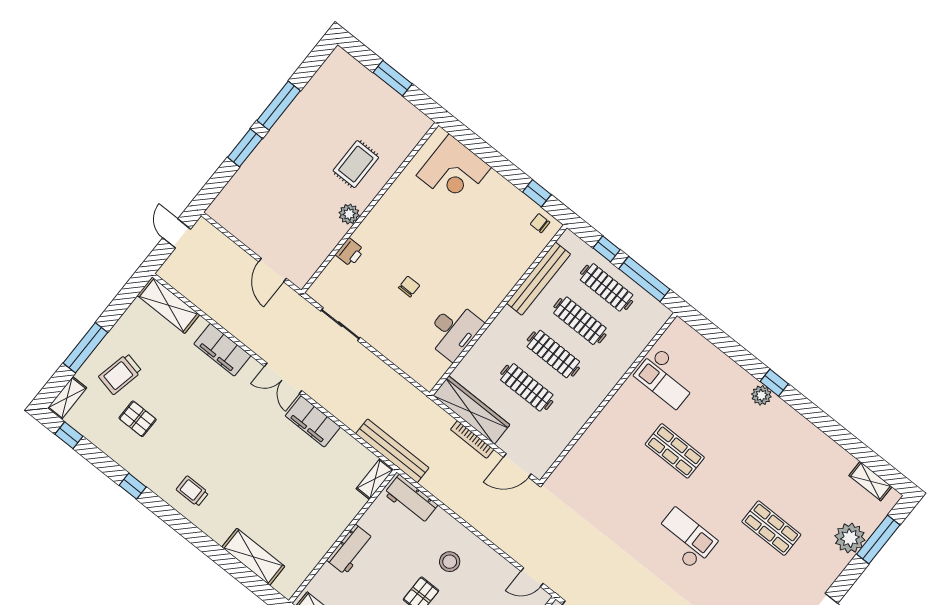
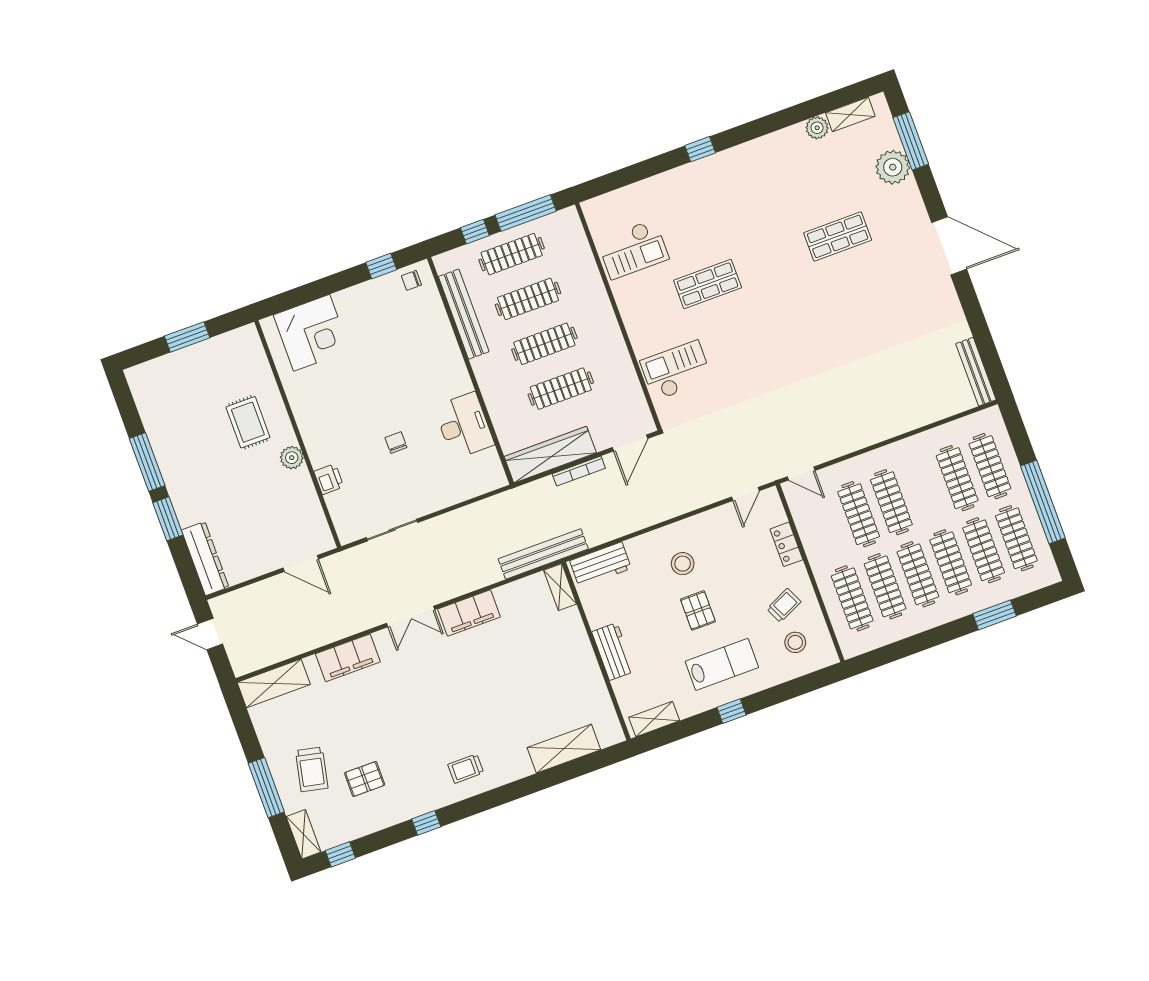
dresser: (232, 195) -> (205, 559), added
plant: (761, 395) -> (817, 128), moved
checkout: (685, 539) -> (676, 371), moved

